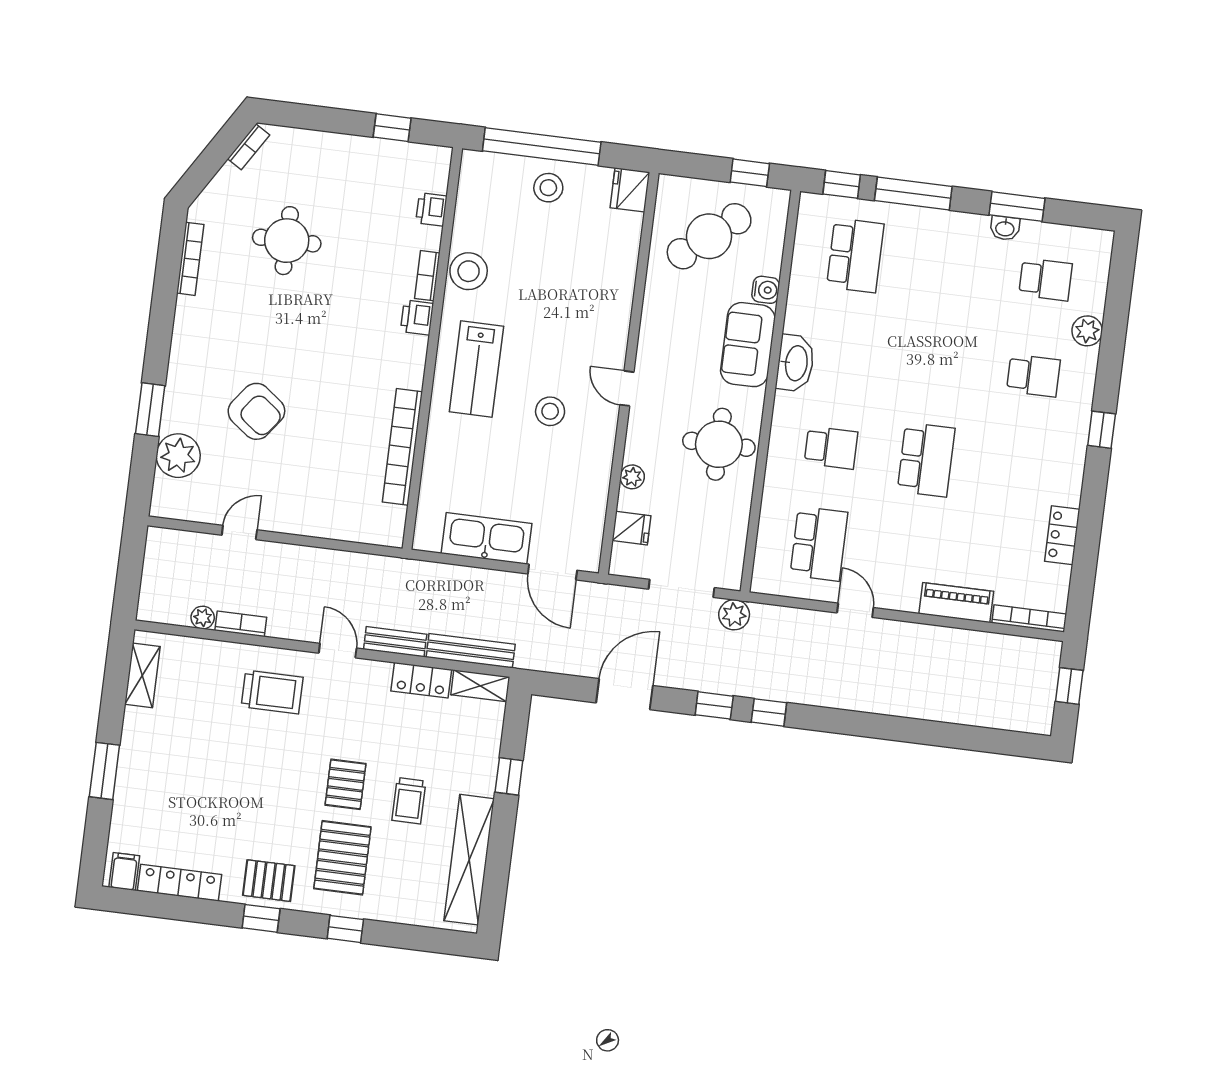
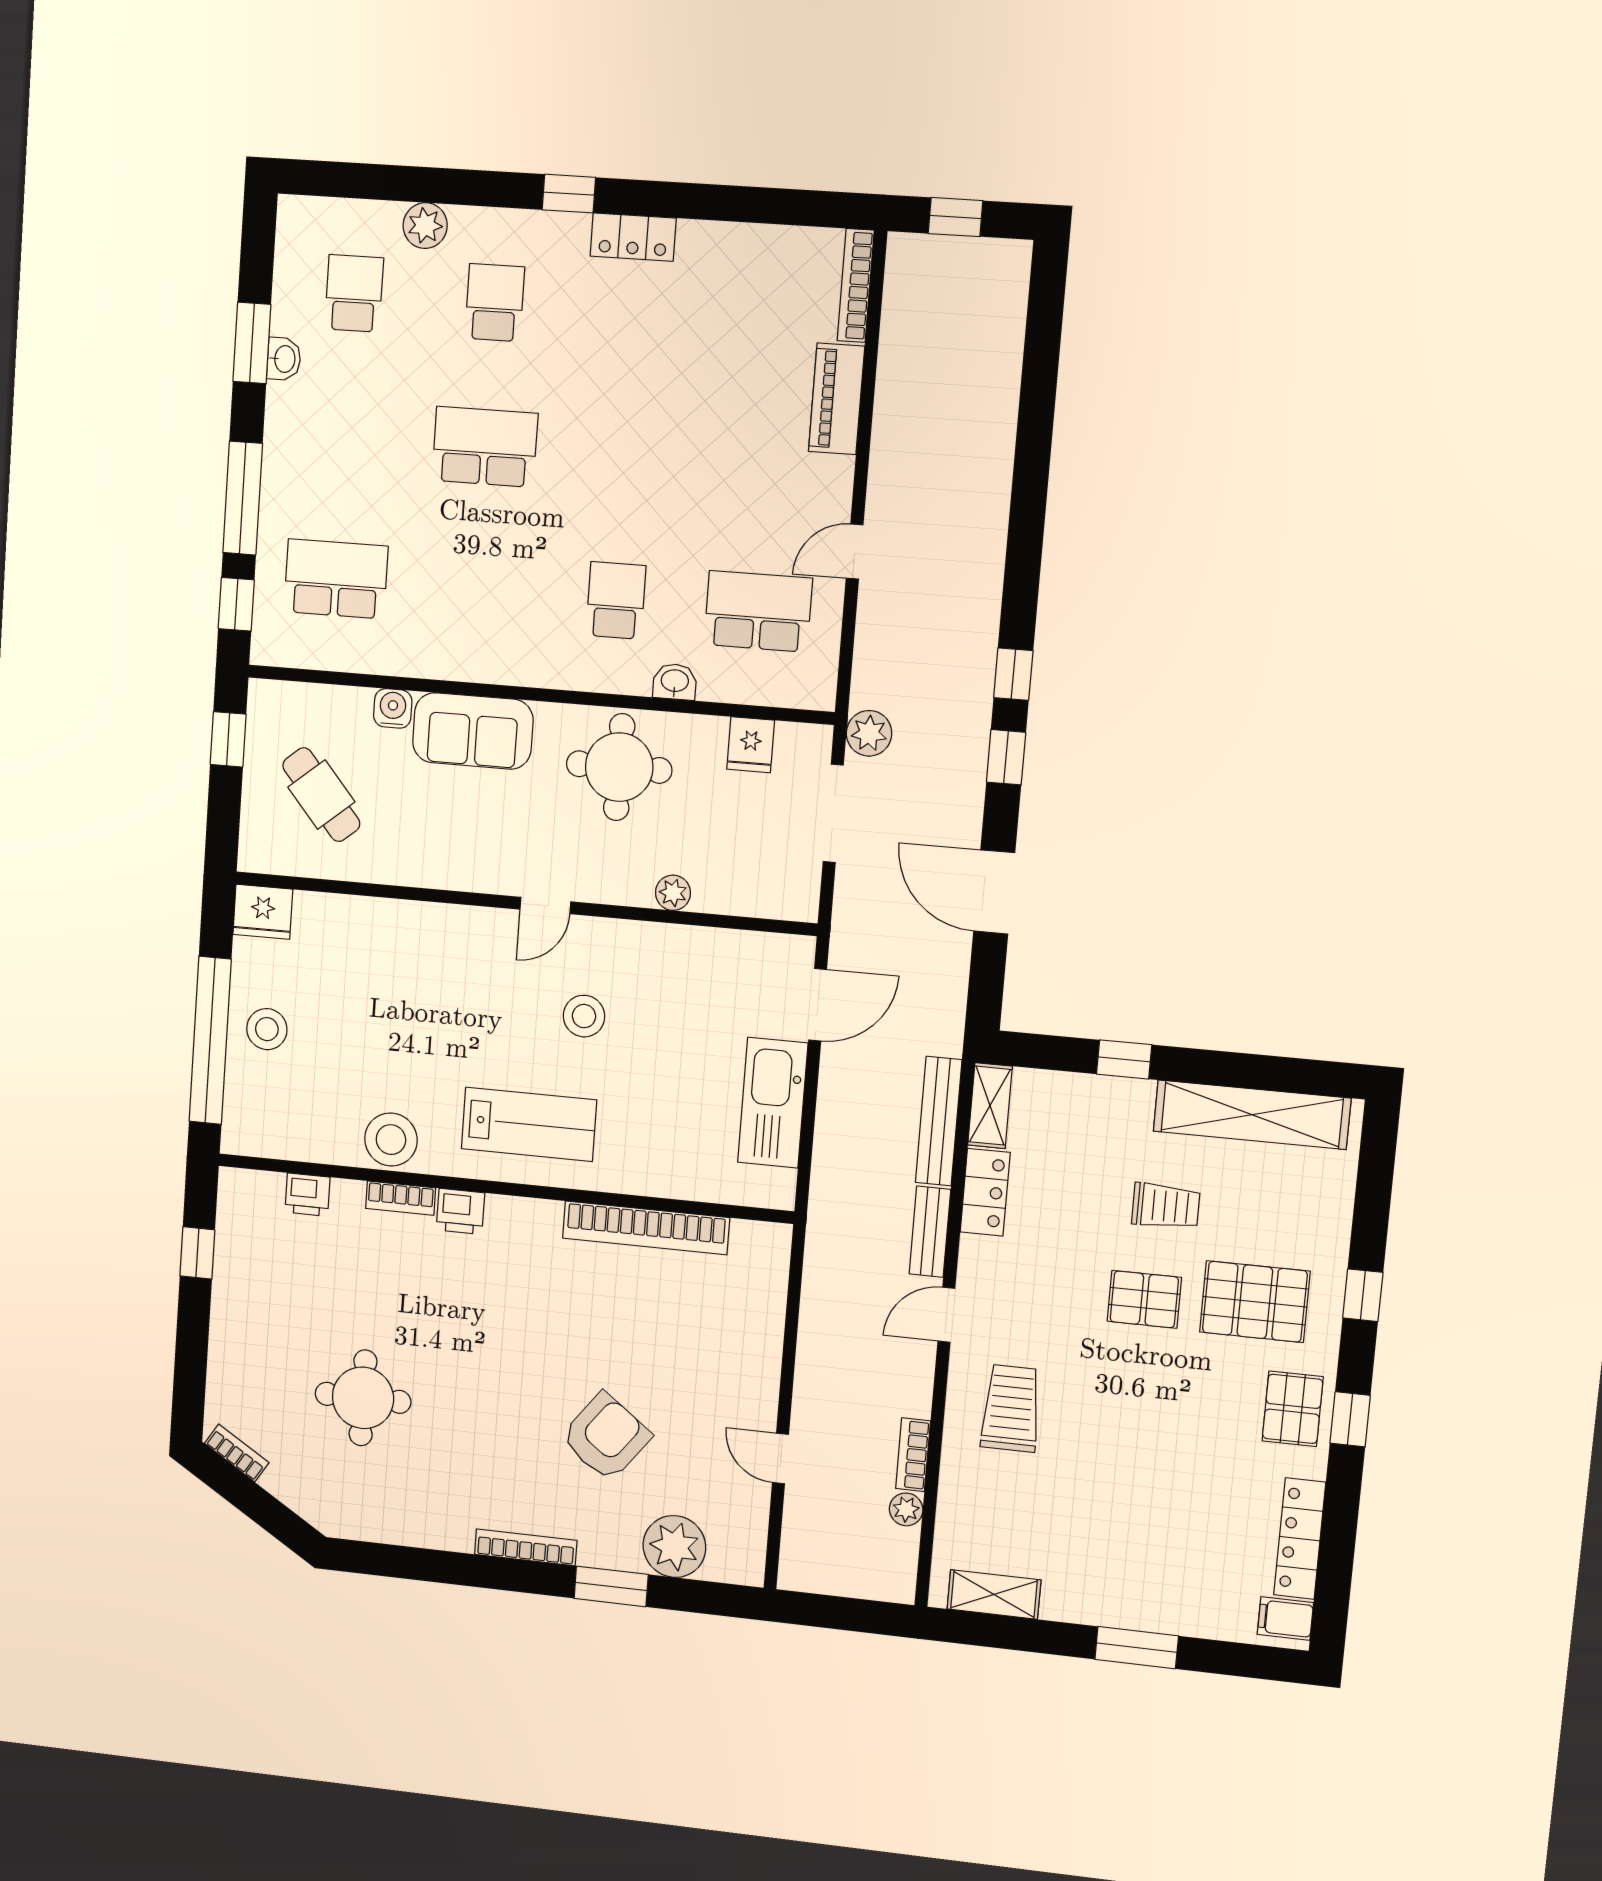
cafe table: (709, 236) -> (321, 795), width x0.73, depth x0.74
bookcase: (190, 259) -> (526, 1547), moved
washbasin: (795, 363) -> (675, 682), moved, width x0.52, depth x0.69
school desk: (926, 460) -> (485, 447), moved
fridge: (631, 528) -> (751, 745), moved, turned 180
locker: (1062, 535) -> (633, 237), moved

